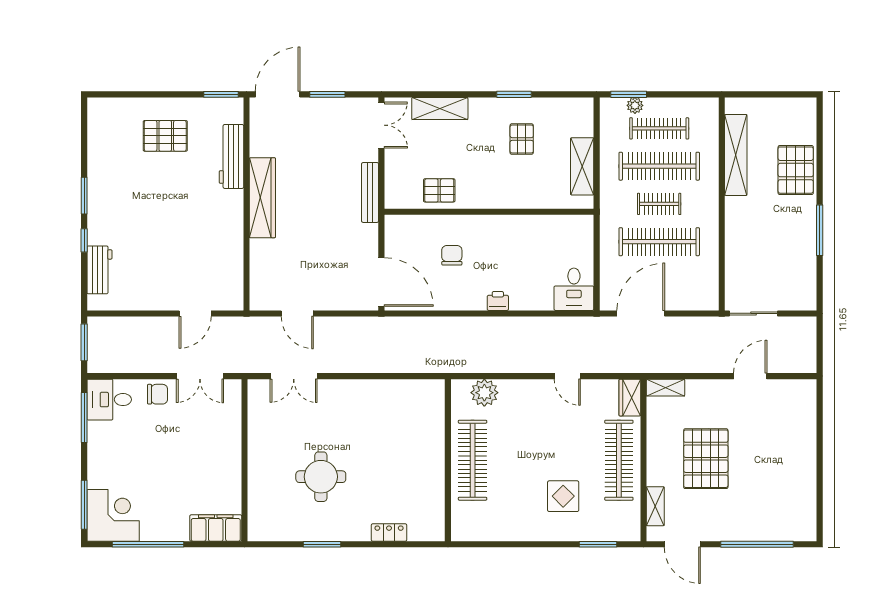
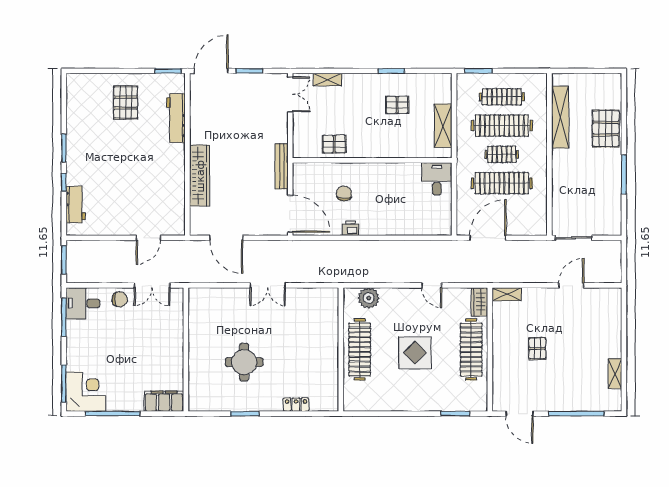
plant: (635, 105) -> (483, 79), removed
shelving: (440, 109) -> (328, 80), width x0.67, depth x0.75
pallet: (165, 136) -> (126, 103), turned 90
pallet: (522, 139) -> (397, 105), turned 90
bench: (370, 192) -> (282, 166), moved
wardrobe: (262, 198) -> (200, 176), moved
desk: (574, 289) -> (437, 179), moved, turned 180
printer: (498, 301) -> (351, 228), moved
door: (297, 313) -> (226, 238), width x1.36
double door: (294, 376) -> (268, 285), moved
pallet: (706, 459) -> (537, 348), width x0.49, depth x0.50
display table: (563, 496) -> (415, 353), moved, width x1.36, depth x1.36
shelving: (655, 506) -> (615, 374), moved

